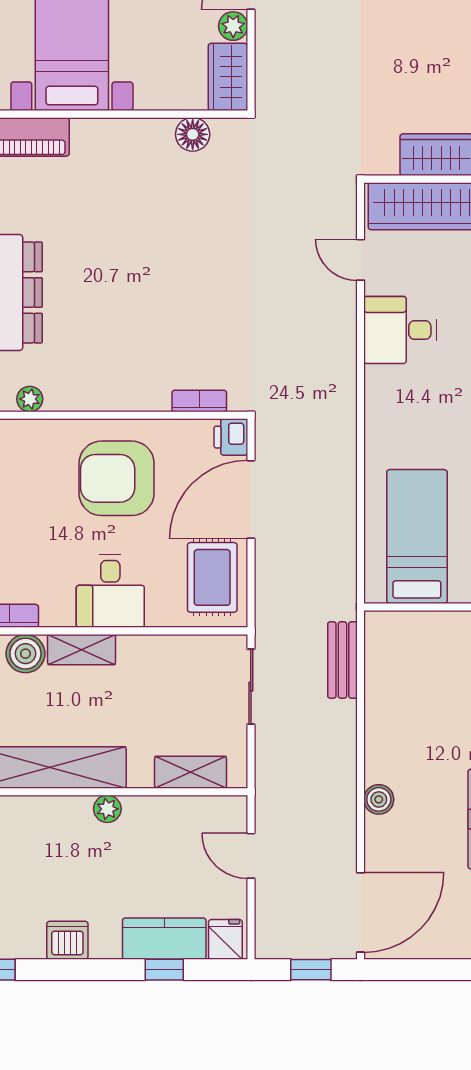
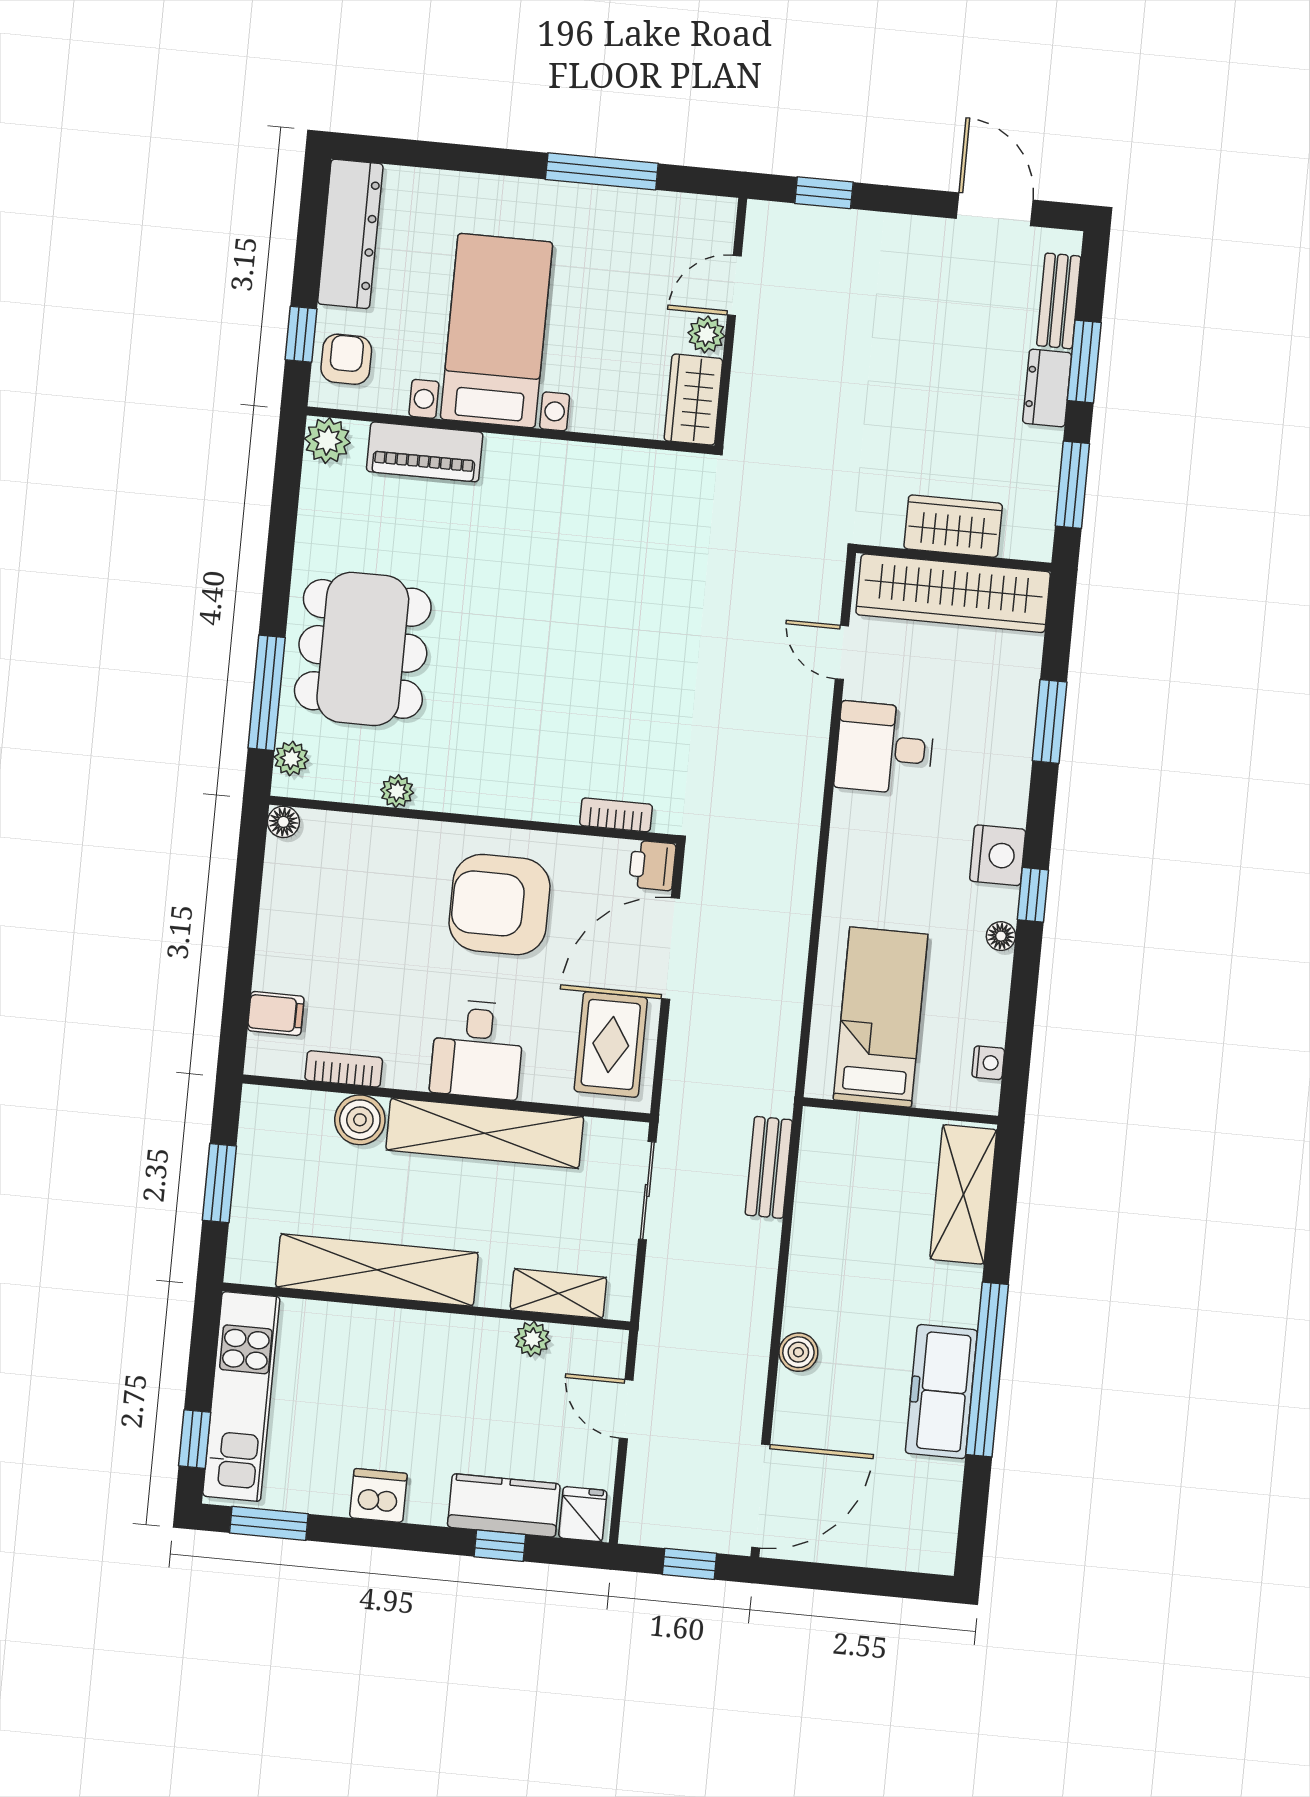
floor lamp: (193, 134) -> (641, 469), removed
shelving: (81, 650) -> (485, 1133), width x2.20, depth x1.33
plant: (107, 809) -> (532, 1339), moved

